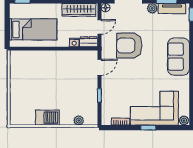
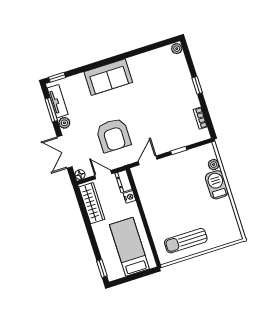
door: (99, 67) -> (148, 160), hinge flipped
sun lounger: (23, 77) -> (186, 241), added
corner sofa: (154, 108) -> (174, 85), removed
barbecue: (47, 118) -> (217, 185), moved

